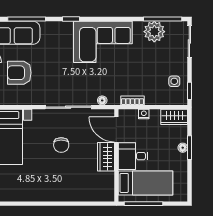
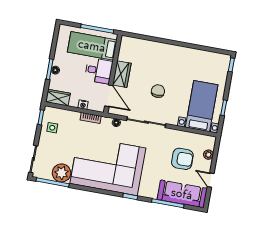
corner sofa: (103, 42) -> (108, 166), width x1.36, depth x1.36

